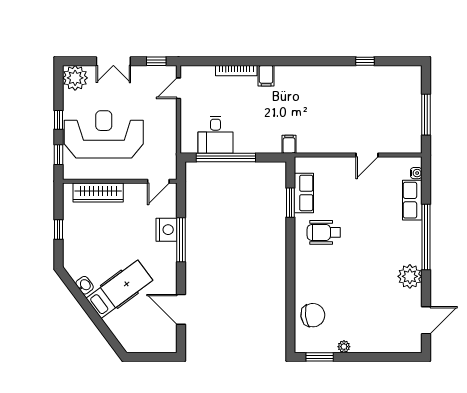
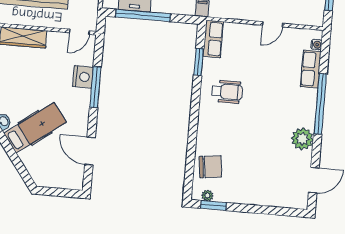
row of seats: (304, 193) -> (213, 39), moved
wheelchair: (324, 232) -> (227, 92), turned 180
plant: (344, 347) -> (207, 196), moved

